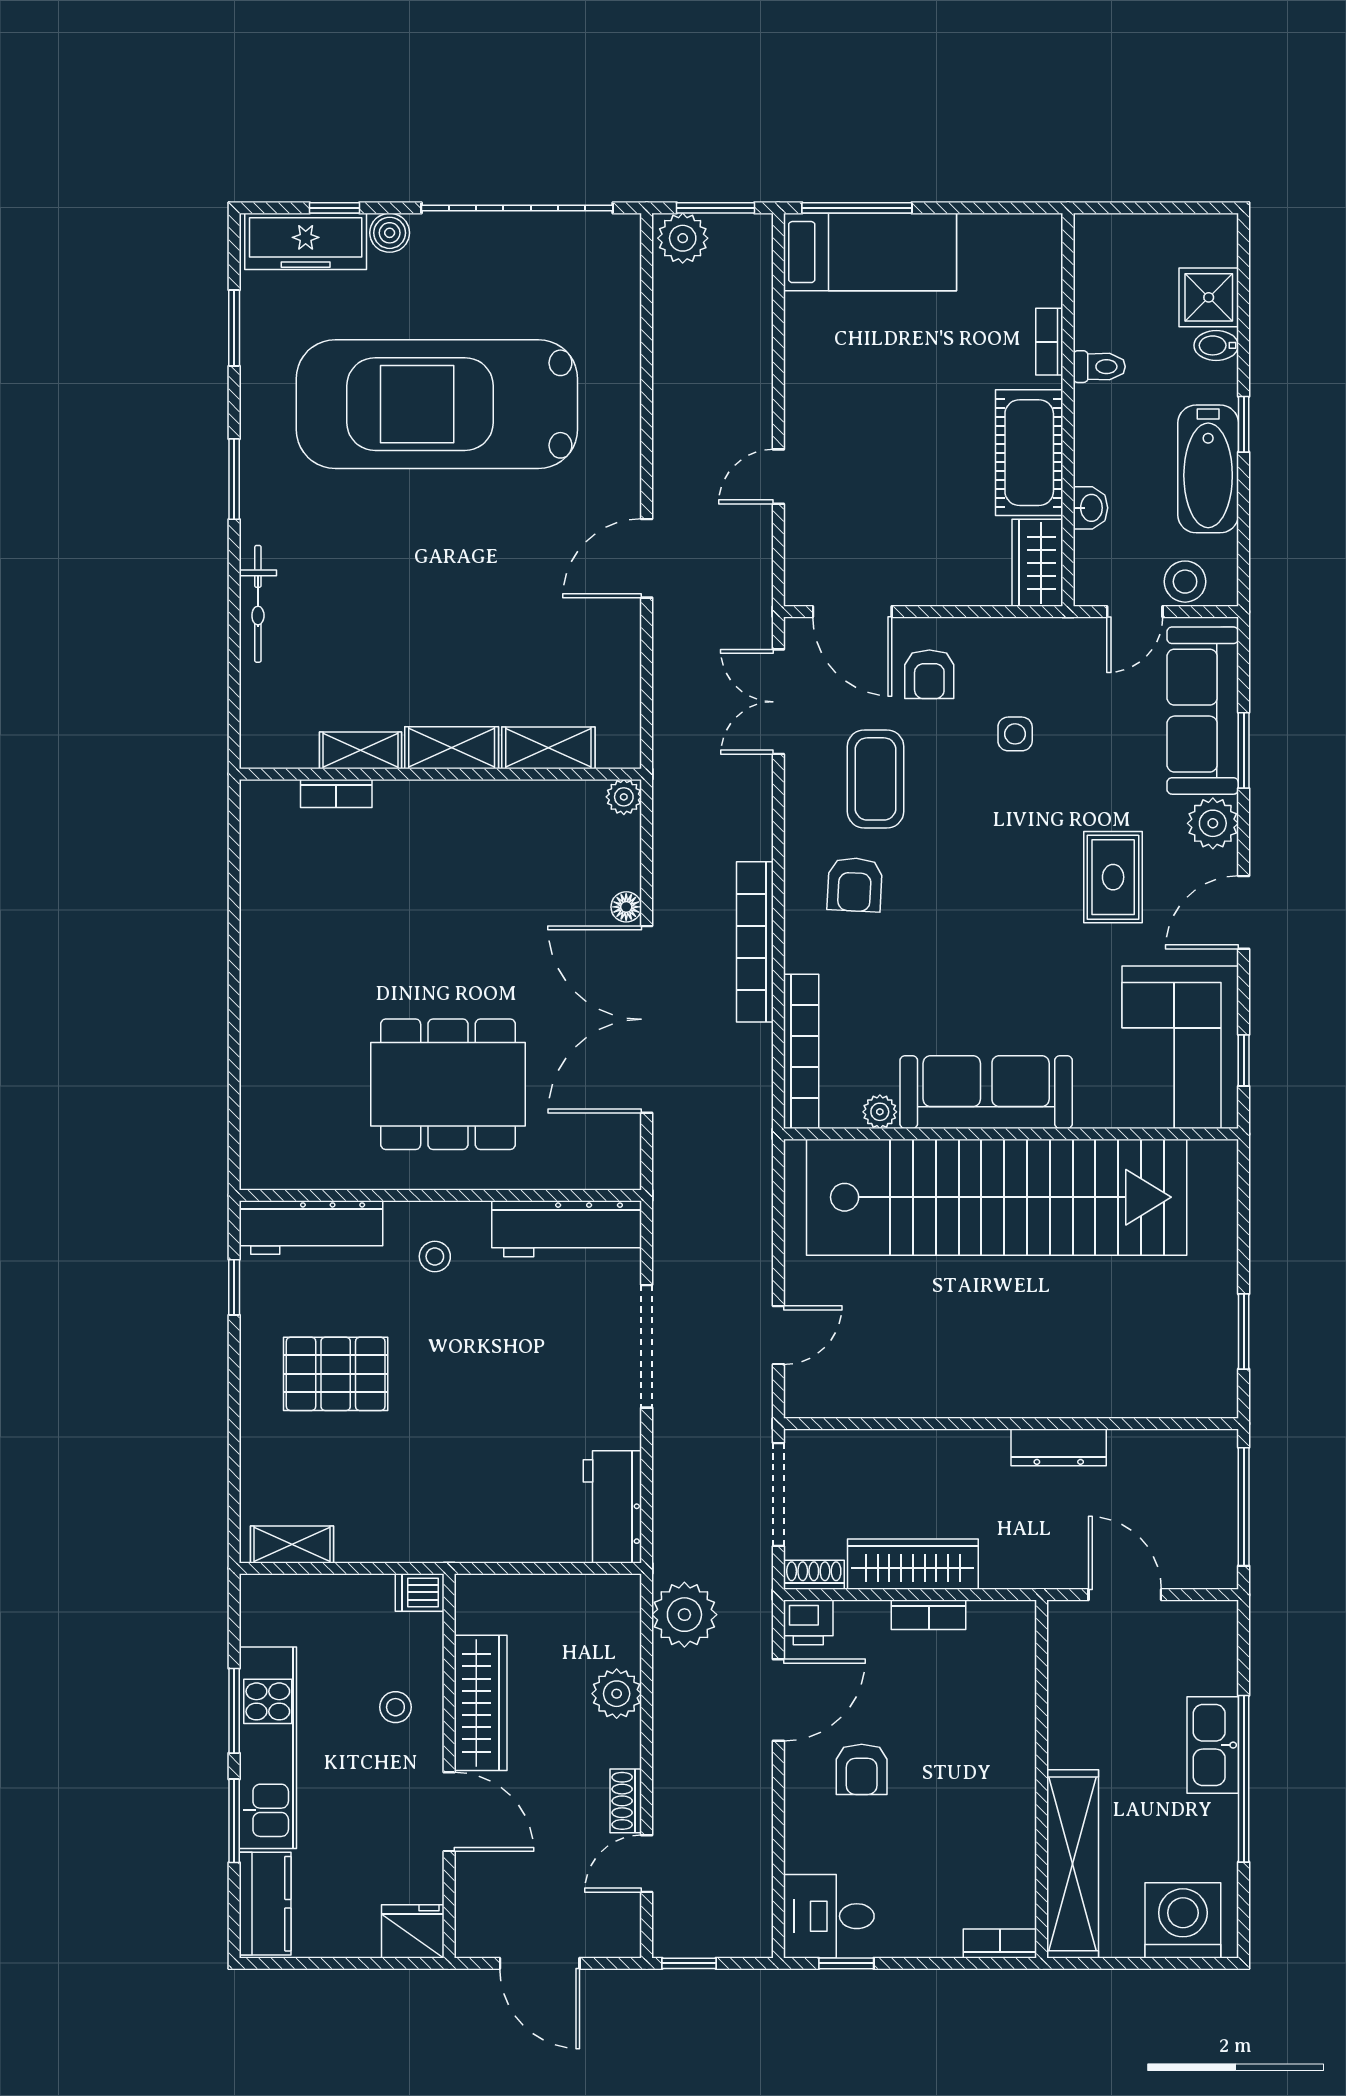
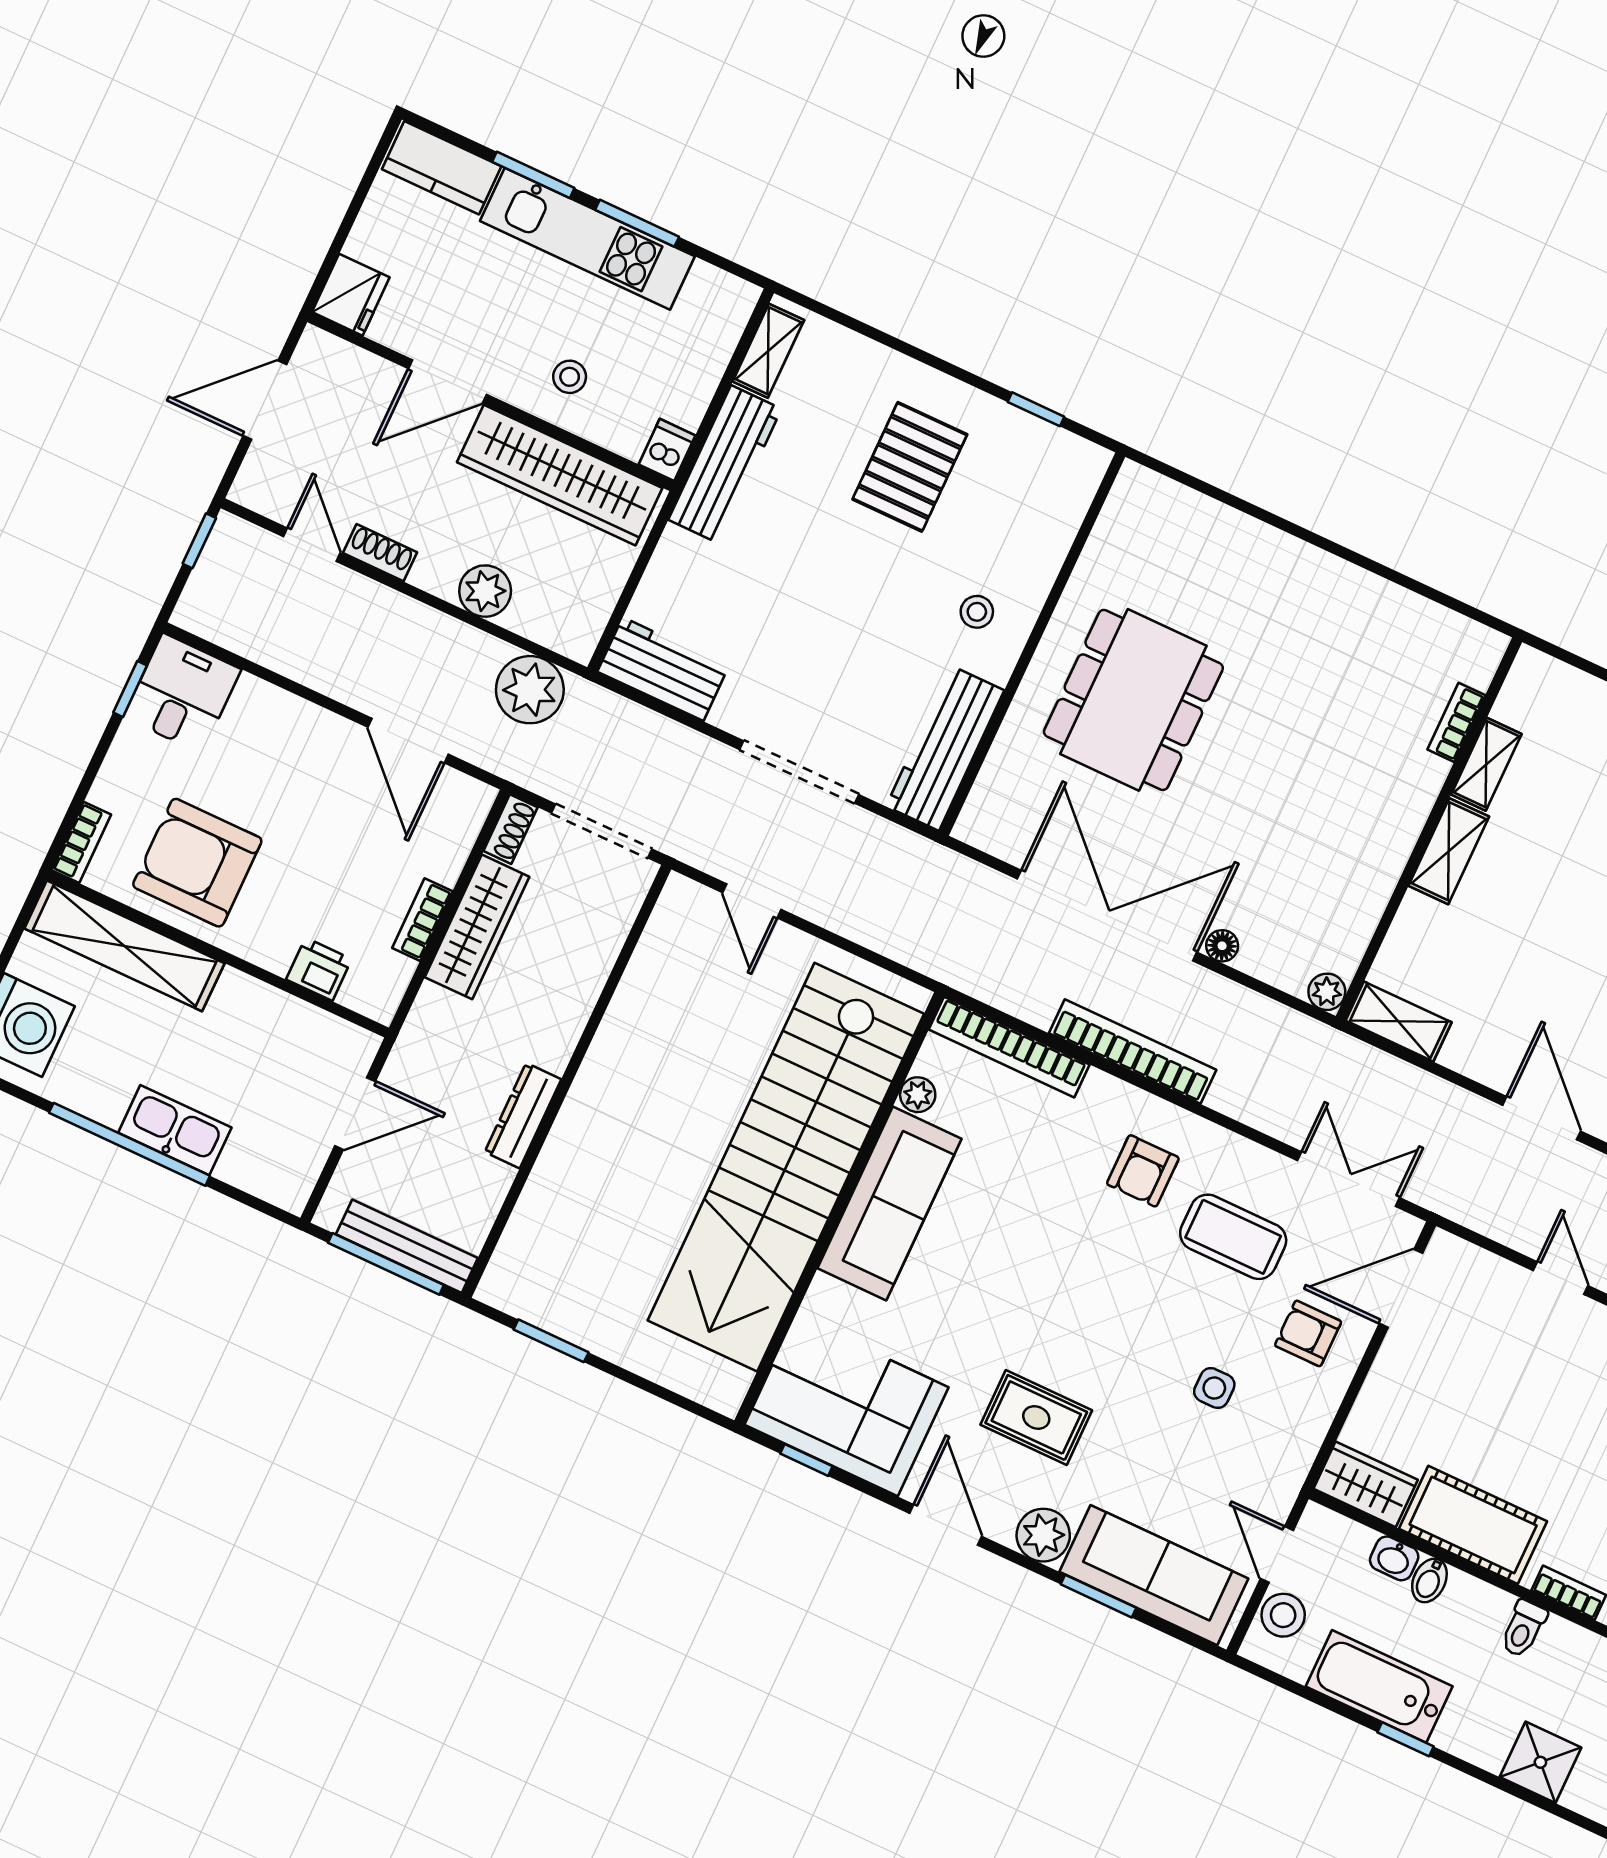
bidet: (1216, 345) -> (1429, 1581), moved, turned 180
shelving: (548, 748) -> (1399, 1021), moved, turned 90
armchair: (855, 885) -> (1143, 1171), turned -93
workbench: (311, 1228) -> (725, 464), moved, turned 180
bench: (1220, 1496) -> (407, 1246), added
printer: (808, 1622) -> (319, 969), moved, turned 90
wardrobe: (481, 1703) -> (560, 475), width x1.40, depth x1.17
armchair: (862, 1769) -> (197, 863), moved, width x1.88, depth x1.88

